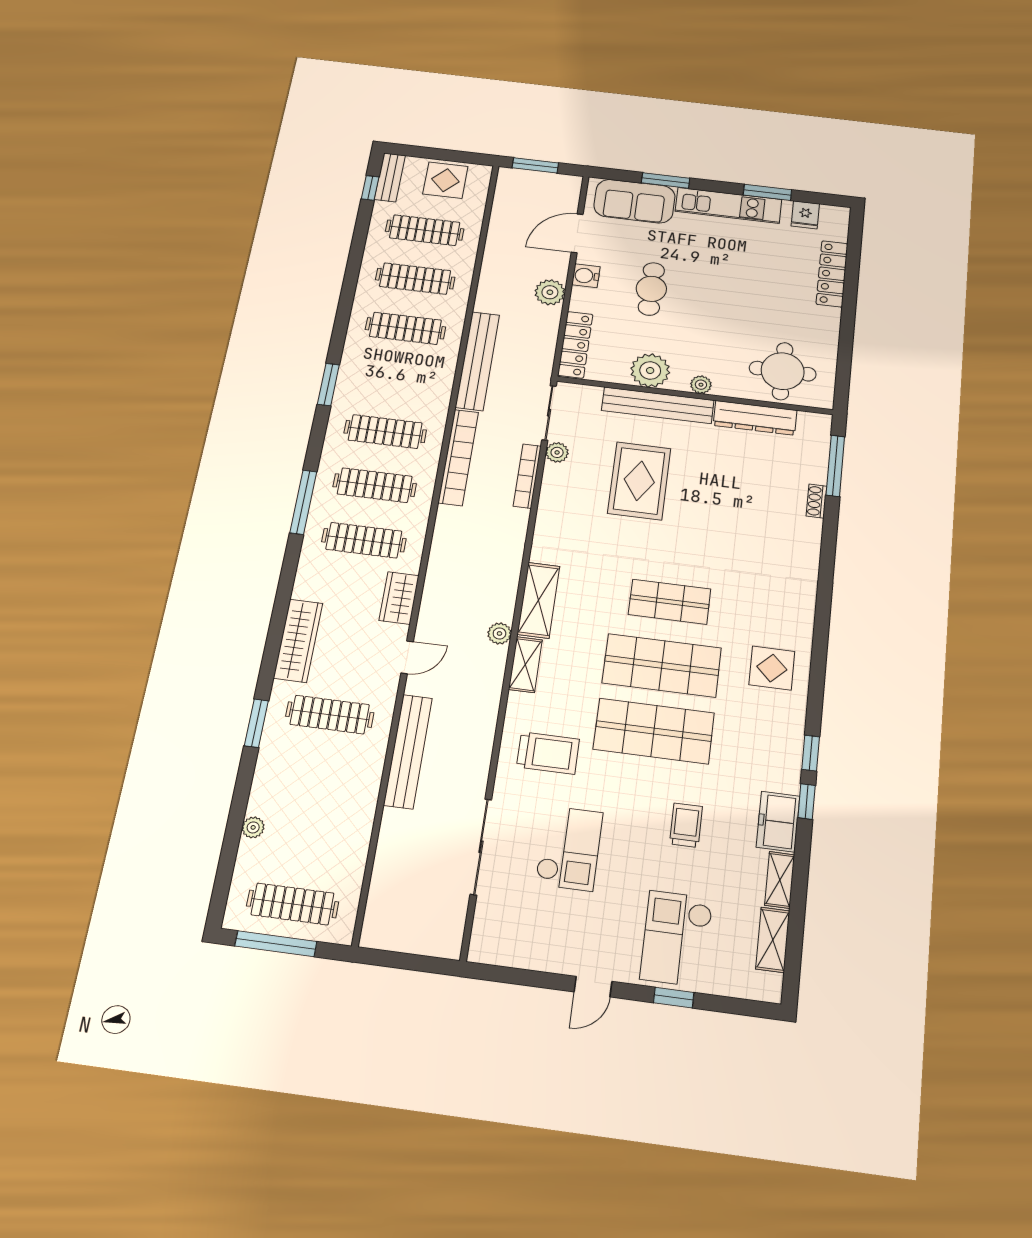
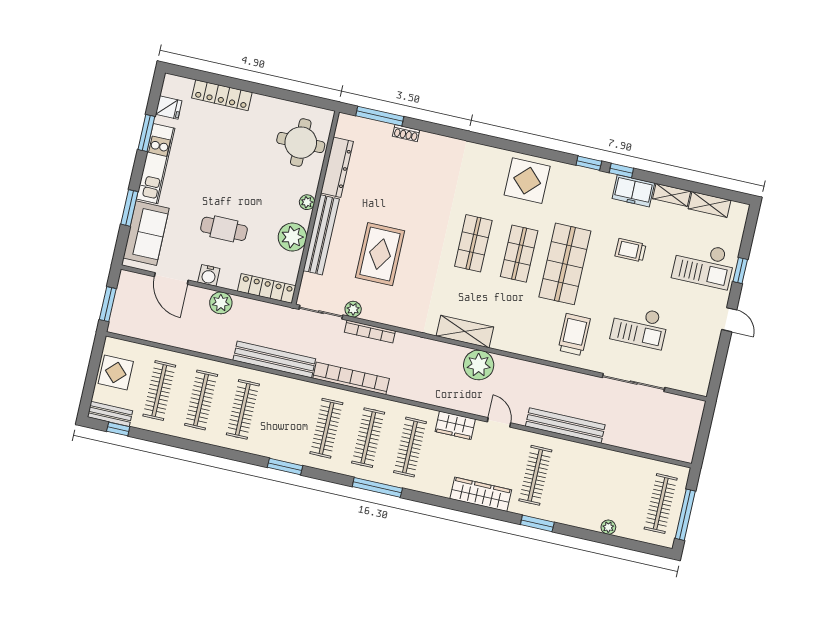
rug: (639, 481) -> (380, 254), turned 90
plant: (499, 633) -> (479, 365), width x1.88, depth x1.88
shelving: (525, 665) -> (511, 344), removed
shop shelf: (662, 665) -> (519, 254), width x0.70, depth x0.74
display table: (772, 668) -> (527, 181), width x1.36, depth x1.36
checkout: (569, 848) -> (639, 326), turned 180

